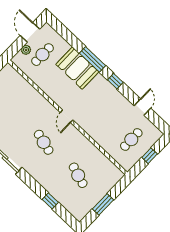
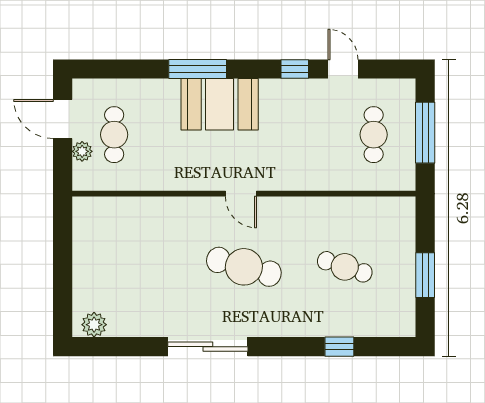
booth: (77, 68) -> (220, 104), moved
window: (115, 81) -> (295, 69), moved
cafe table: (44, 142) -> (244, 267), width x1.37, depth x1.35
window: (150, 156) -> (425, 133), width x2.17

